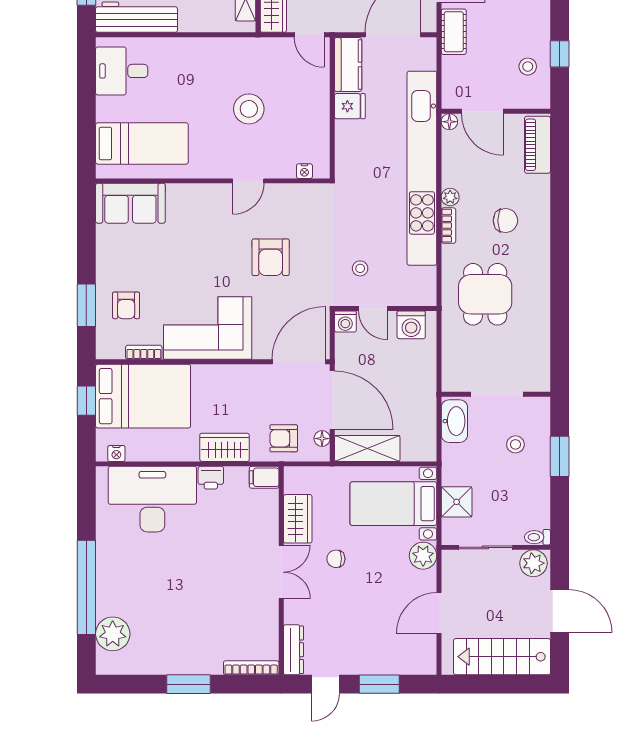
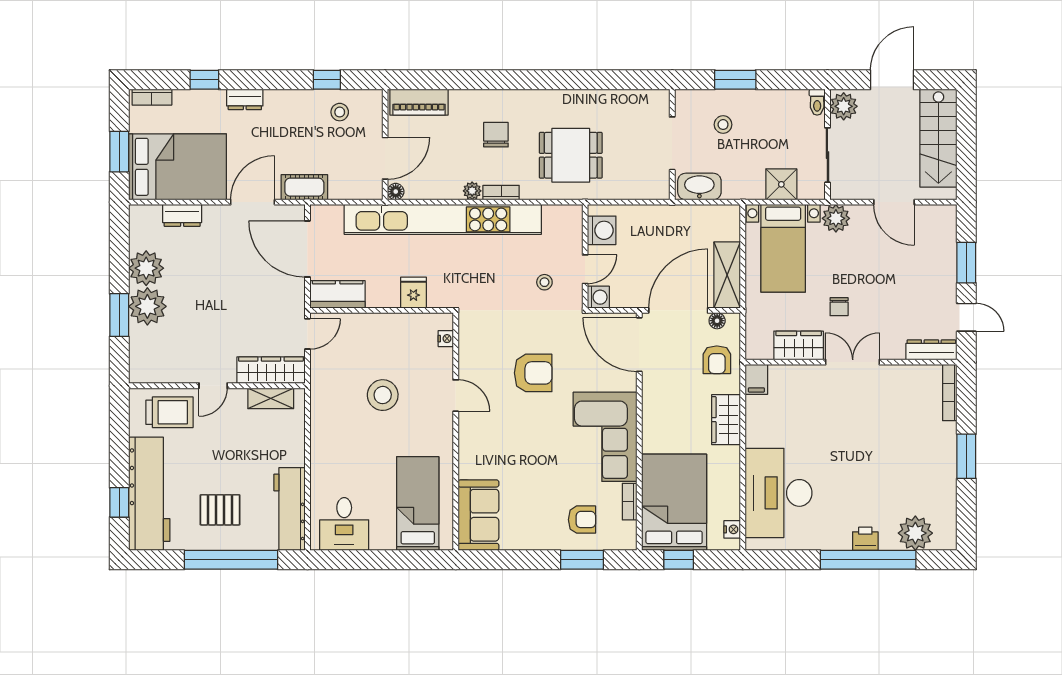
fridge: (350, 106) -> (413, 293), moved
printer: (211, 478) -> (865, 539), moved, turned -90

